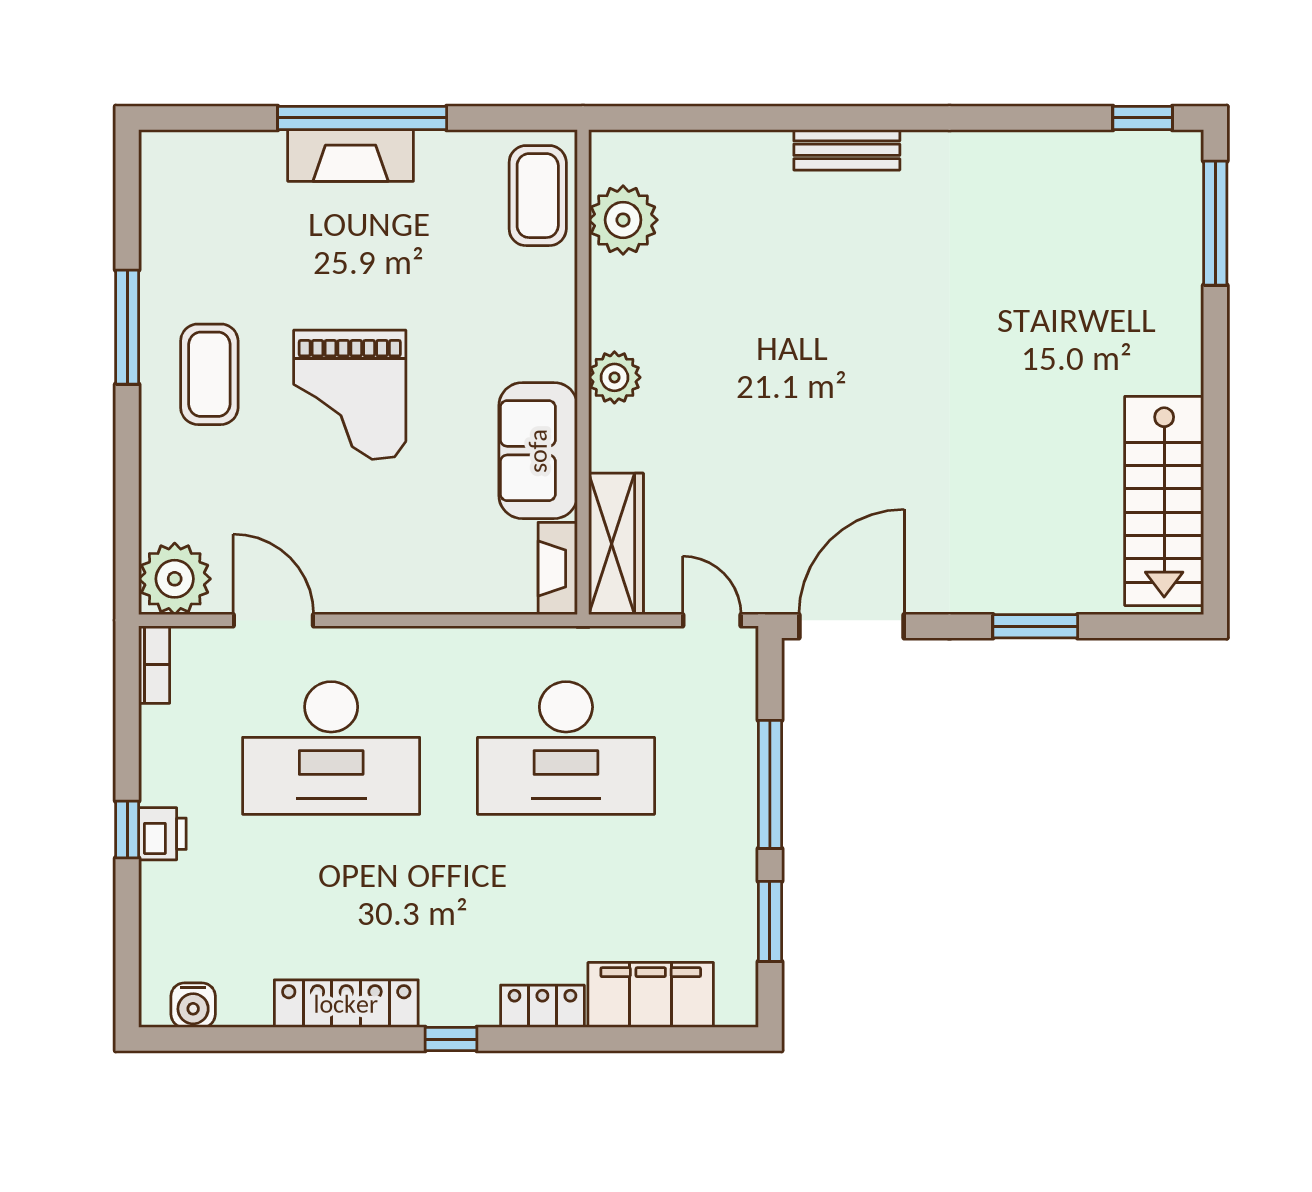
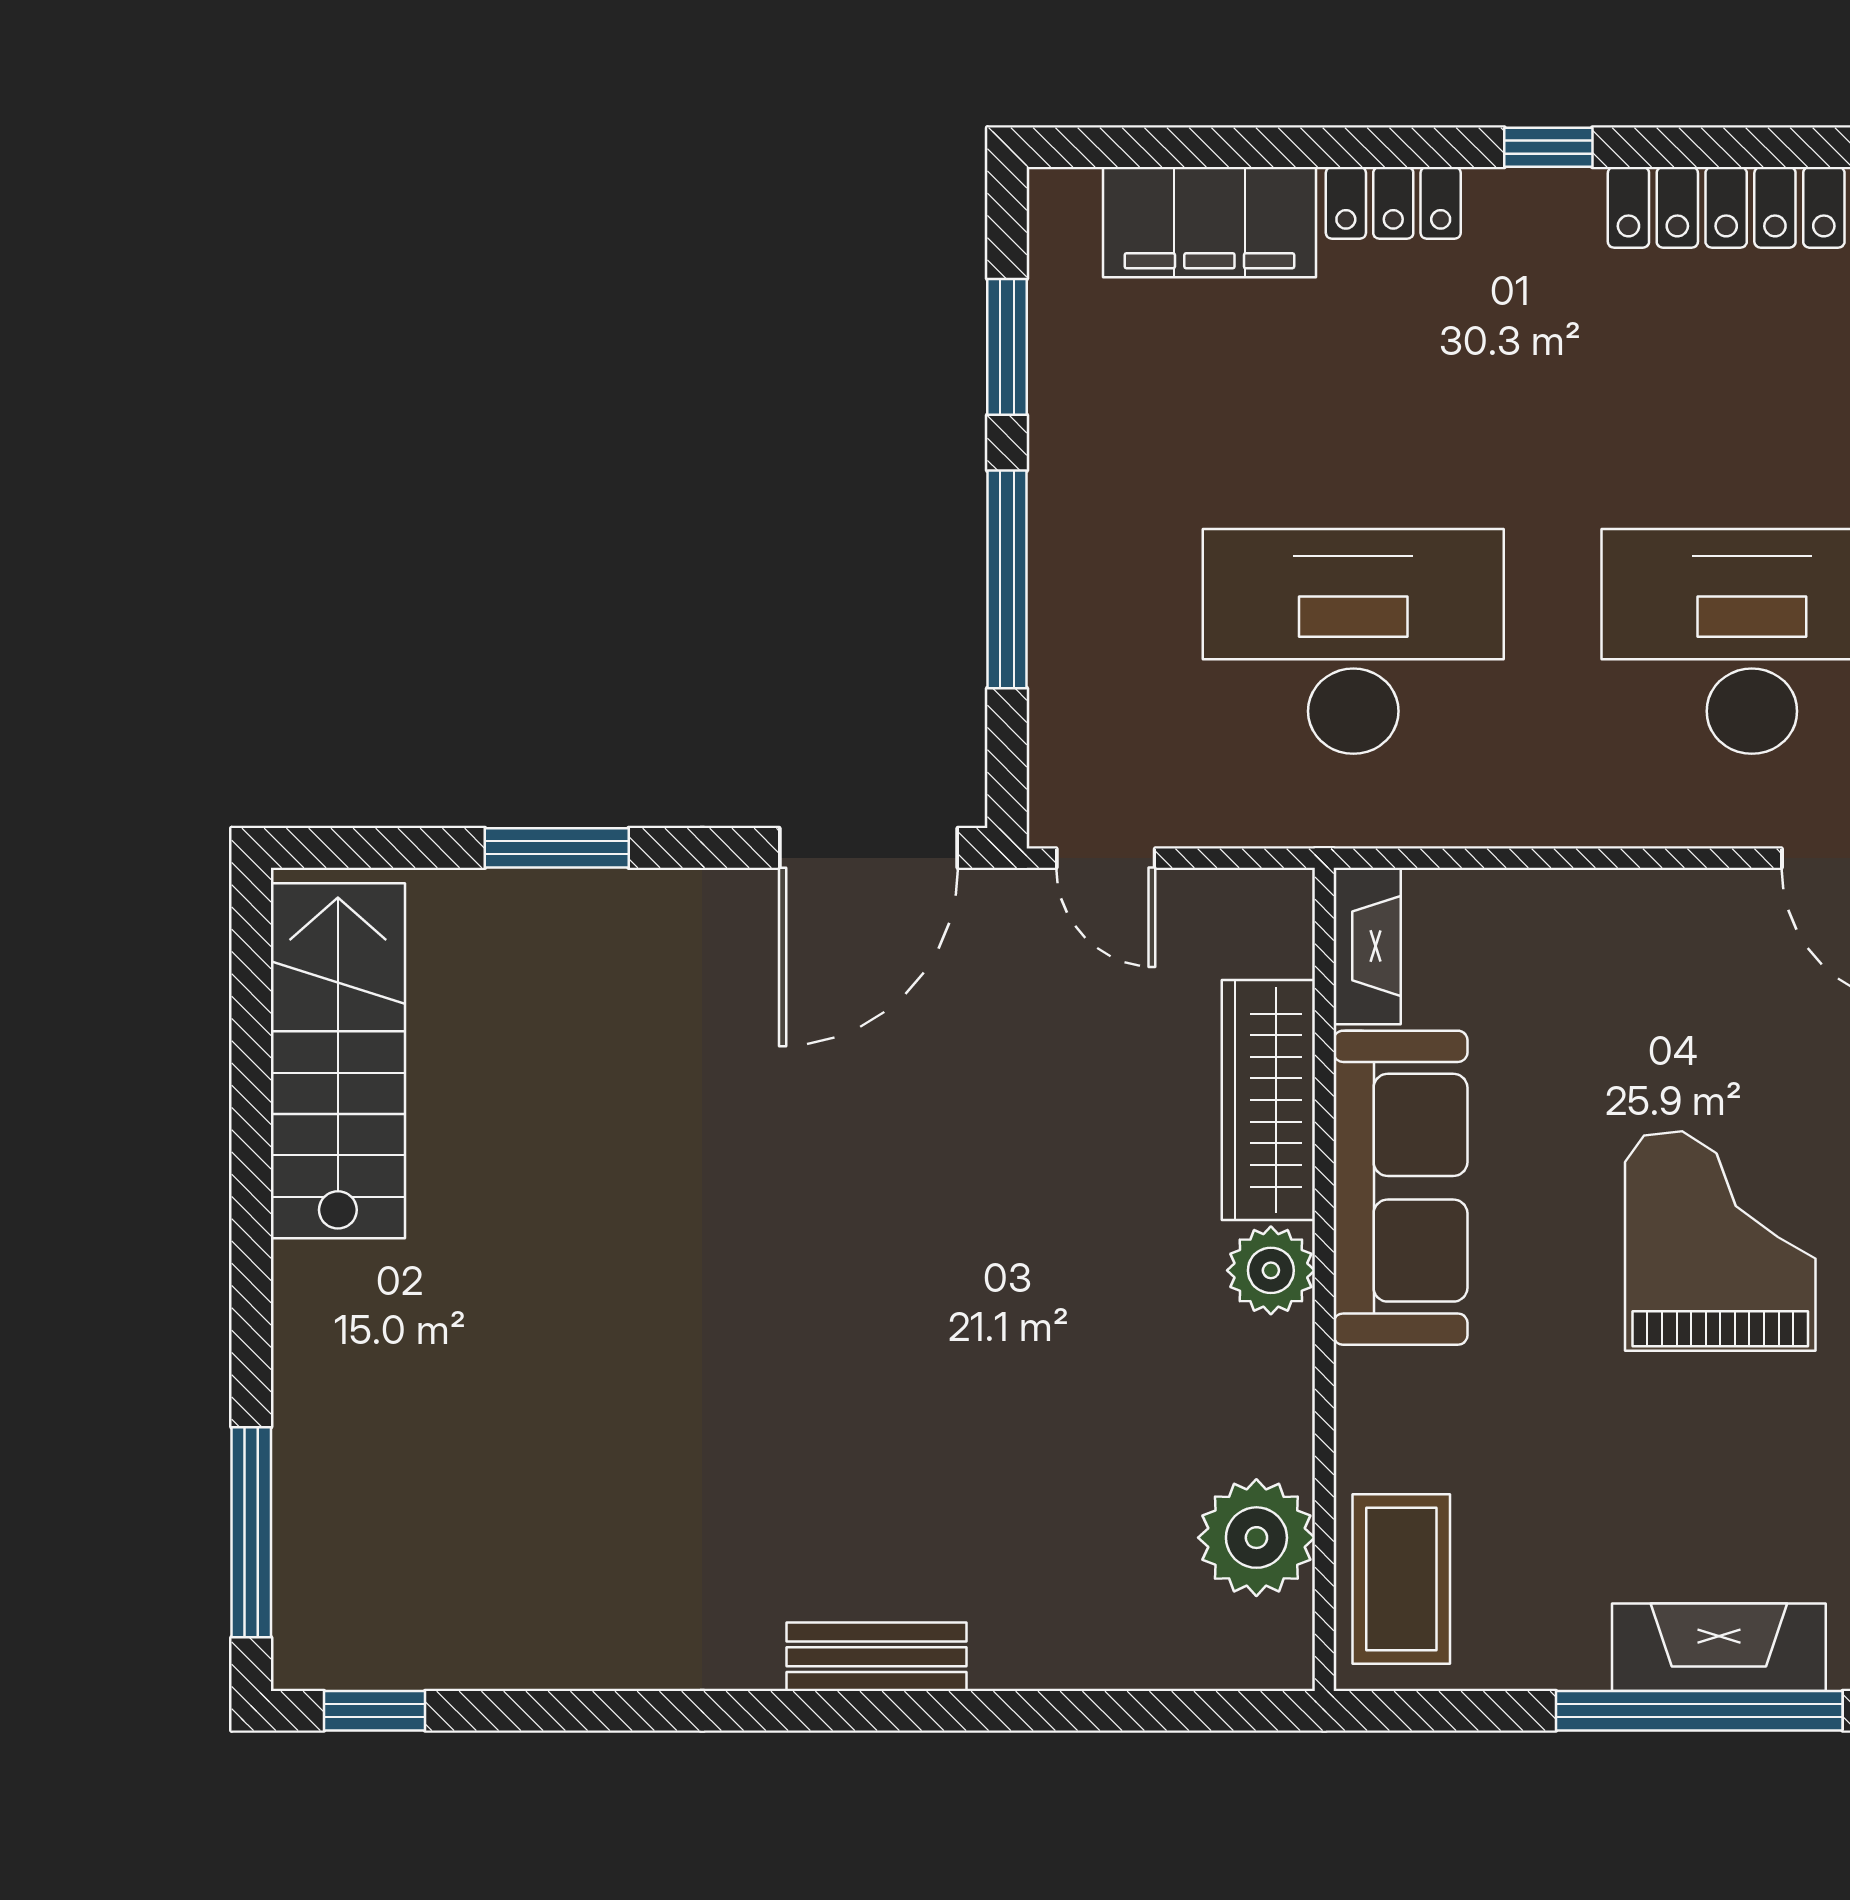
sofa: (538, 451) -> (1400, 1188), width x1.36
wardrobe: (616, 544) -> (1268, 1100), moved

